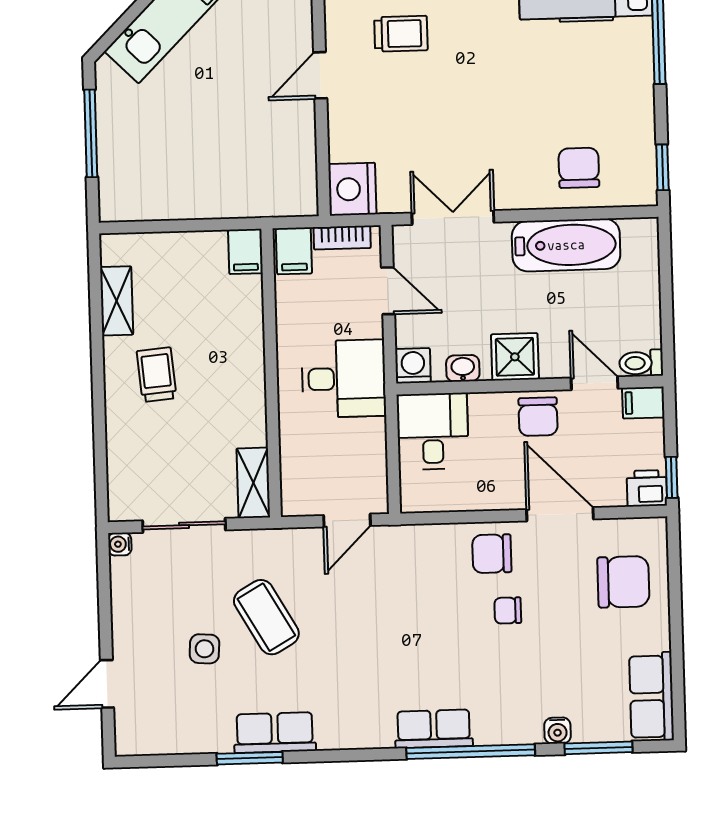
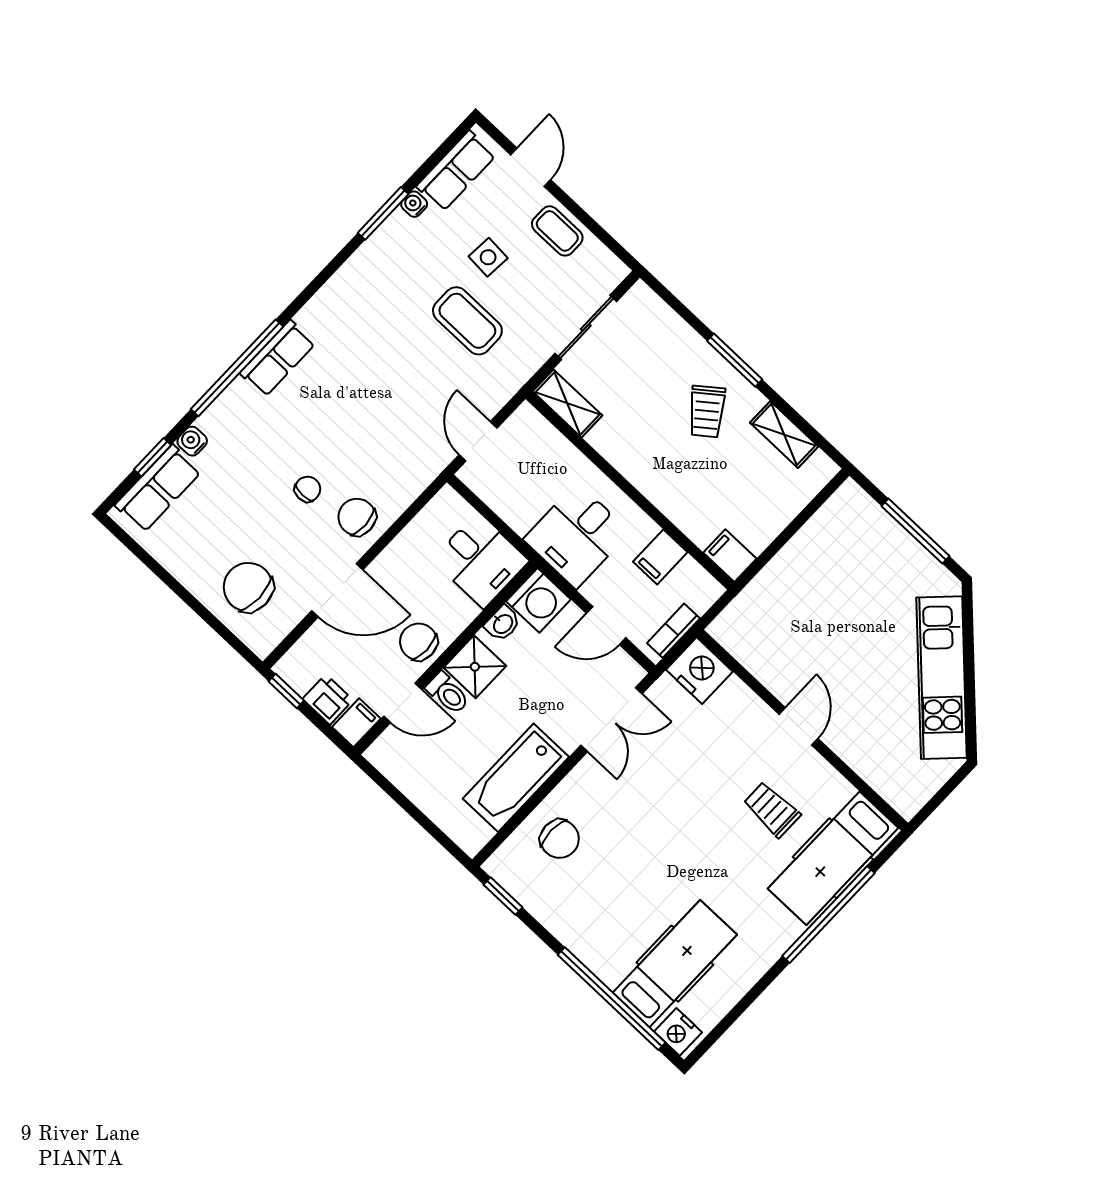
trolley: (401, 34) -> (772, 809), turned 90
filing cabinet: (294, 251) -> (660, 557), moved, turned -90
toilet: (641, 363) -> (448, 693), moved, turned 90
washing machine: (413, 366) -> (538, 600), width x1.38, depth x1.38
trolley: (157, 375) -> (707, 411), turned 57
window: (98, 392) -> (735, 360), added
printer: (647, 488) -> (328, 699), moved, turned -90
water cooler: (120, 544) -> (414, 204), moved, turned -90
chair: (492, 554) -> (357, 517), turned -92
chair: (623, 582) -> (248, 587), turned 90
coffee table: (134, 617) -> (557, 231), added
coffee table: (266, 617) -> (467, 321), turned 30
row of seats: (652, 697) -> (158, 489), moved, turned 90
row of seats: (275, 733) -> (456, 171), moved
window: (598, 748) -> (153, 457), width x0.67

